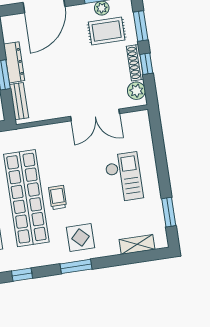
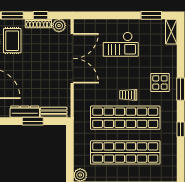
double door: (95, 115) -> (72, 58), width x1.36
checkout: (124, 177) -> (121, 44), turned 180
shelving: (137, 244) -> (171, 32), moved

